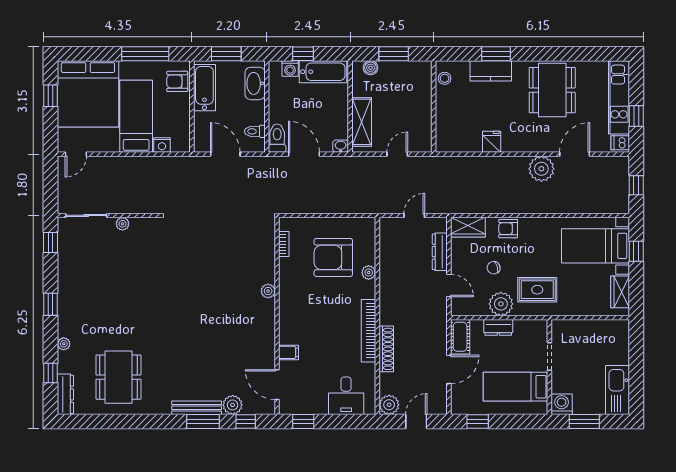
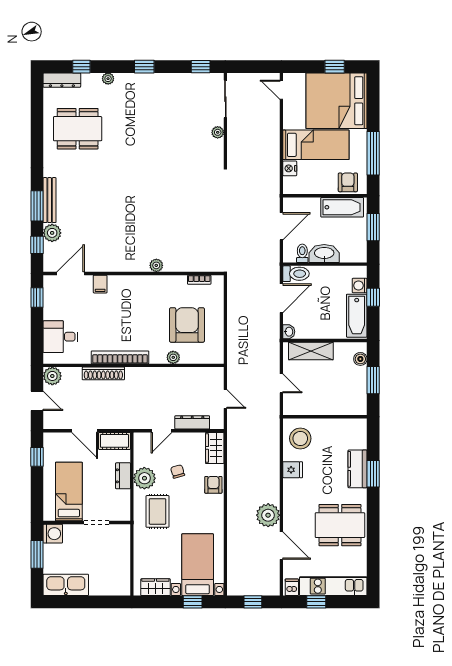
stool: (445, 78) -> (300, 438), moved, width x1.89, depth x1.89
washbasin: (255, 83) -> (324, 253), moved

